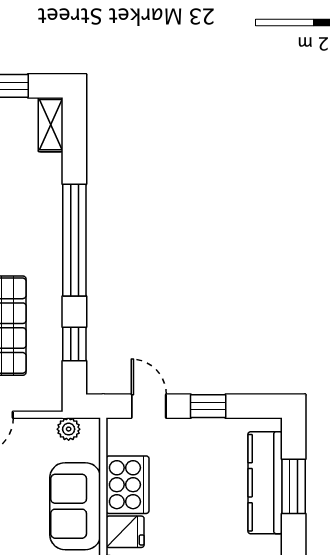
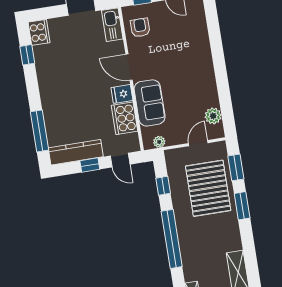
kitchen counter: (265, 483) -> (76, 152), moved, turned -90
window: (294, 486) -> (39, 131), width x1.44

